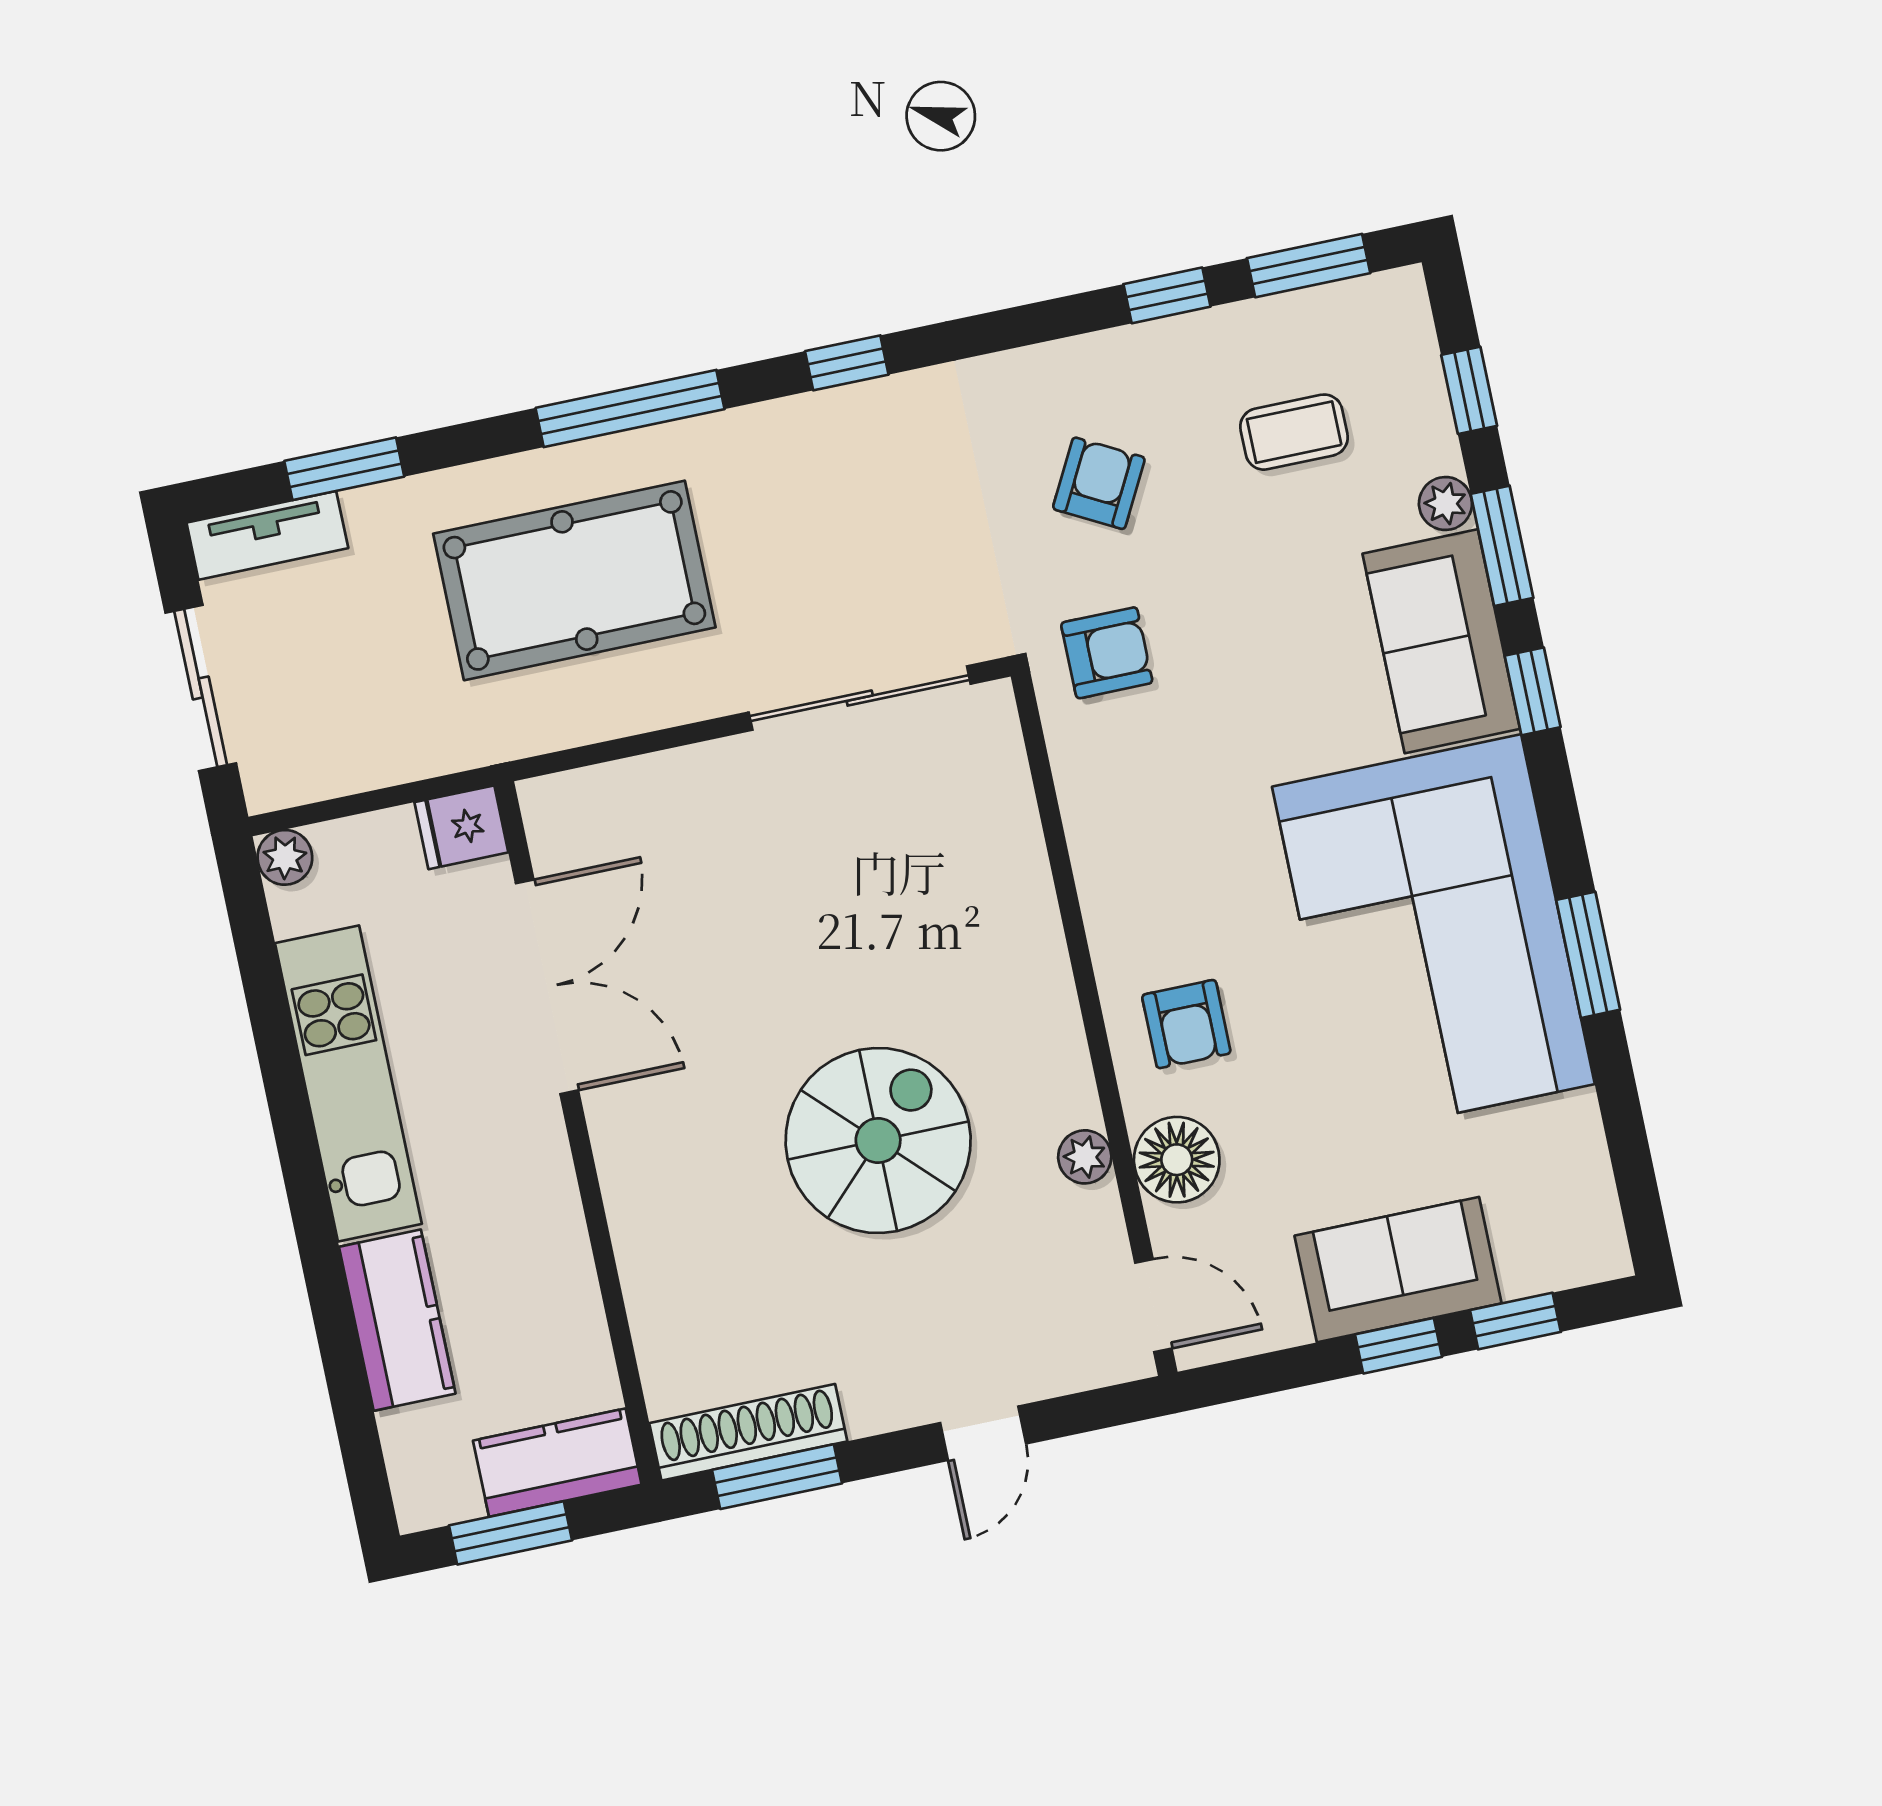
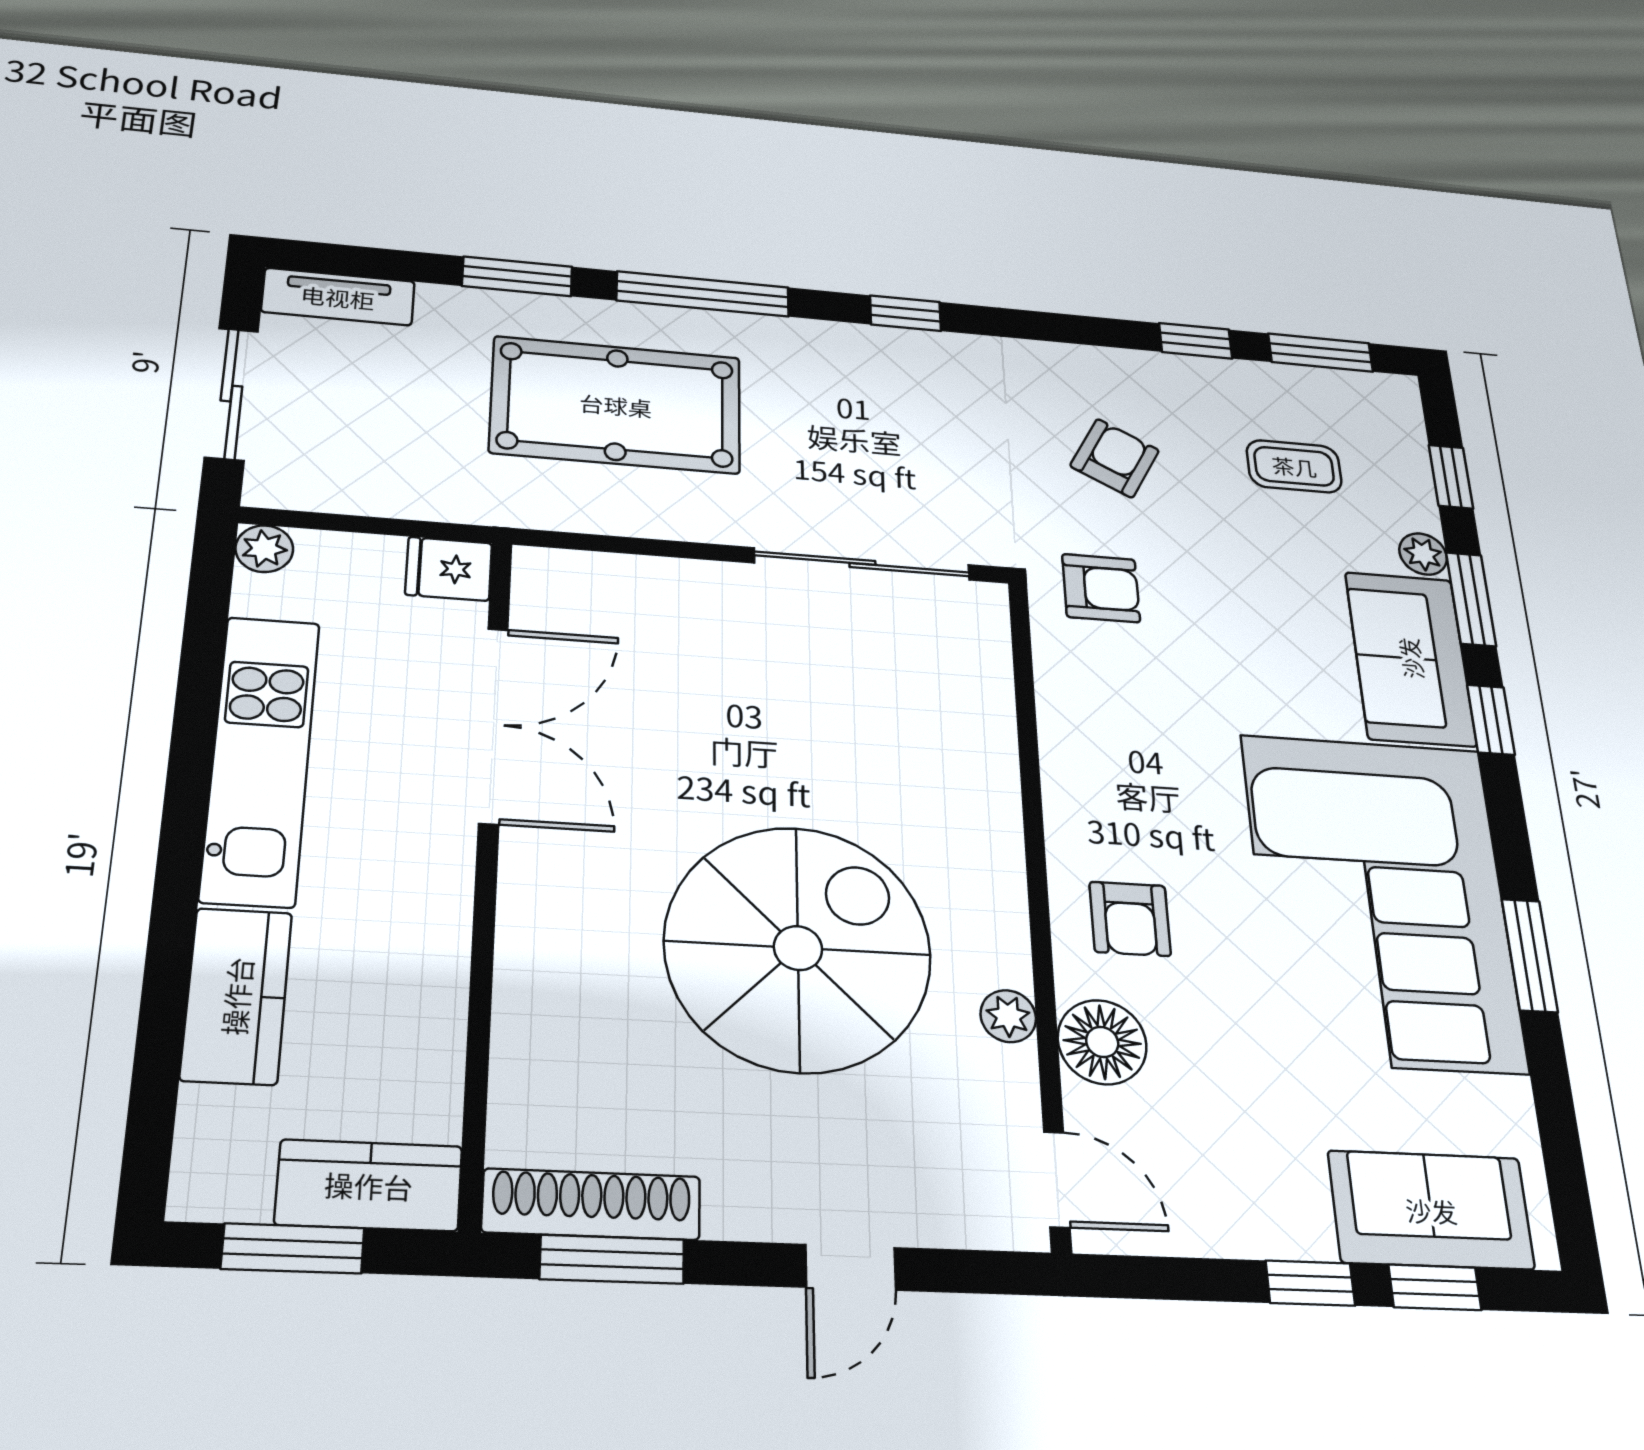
window: (344, 469) -> (517, 276), moved
spiral stairs: (878, 1140) -> (798, 948), width x1.37, depth x1.37
sofa: (1398, 1270) -> (1431, 1210), moved

